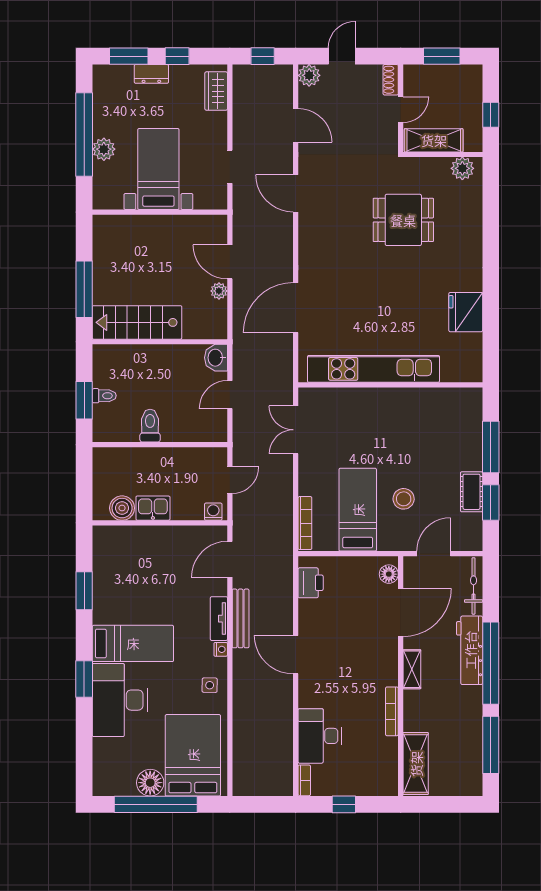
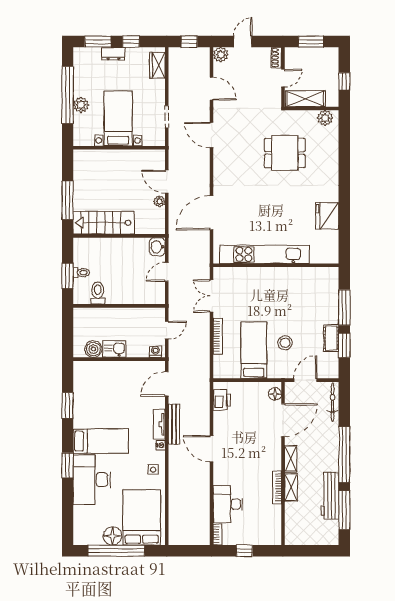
toilet: (150, 426) -> (98, 293), moved
bookcase: (305, 523) -> (218, 336), moved
workbench: (470, 650) -> (330, 496), moved
shelving: (416, 764) -> (291, 487), moved, width x0.67, depth x0.75

